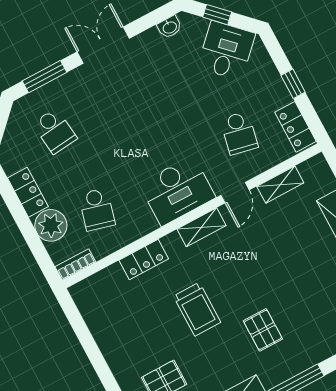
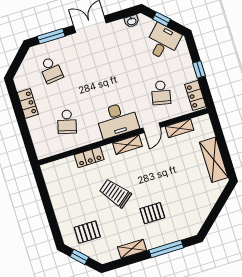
plant: (51, 225) -> (38, 126), removed
bookcase: (75, 264) -> (48, 152), removed
trolley: (197, 309) -> (115, 193), turned 142
pallet: (263, 330) -> (152, 213), turned 90

